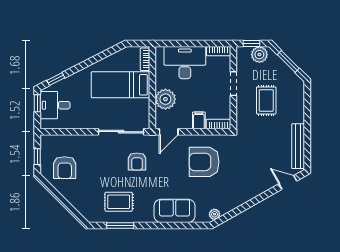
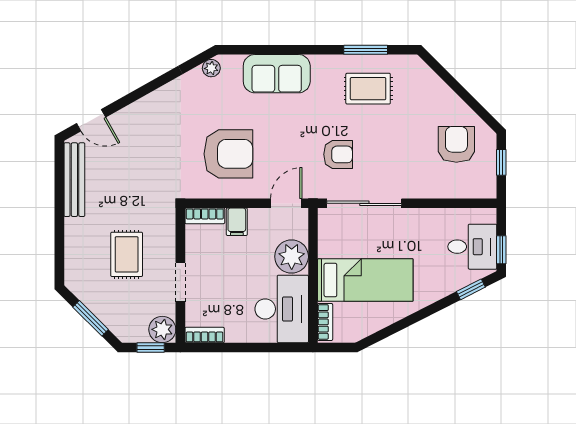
plant: (259, 55) -> (162, 329), moved
desk: (185, 63) -> (282, 309), moved, turned -90
armchair: (137, 161) -> (338, 154), turned 90

